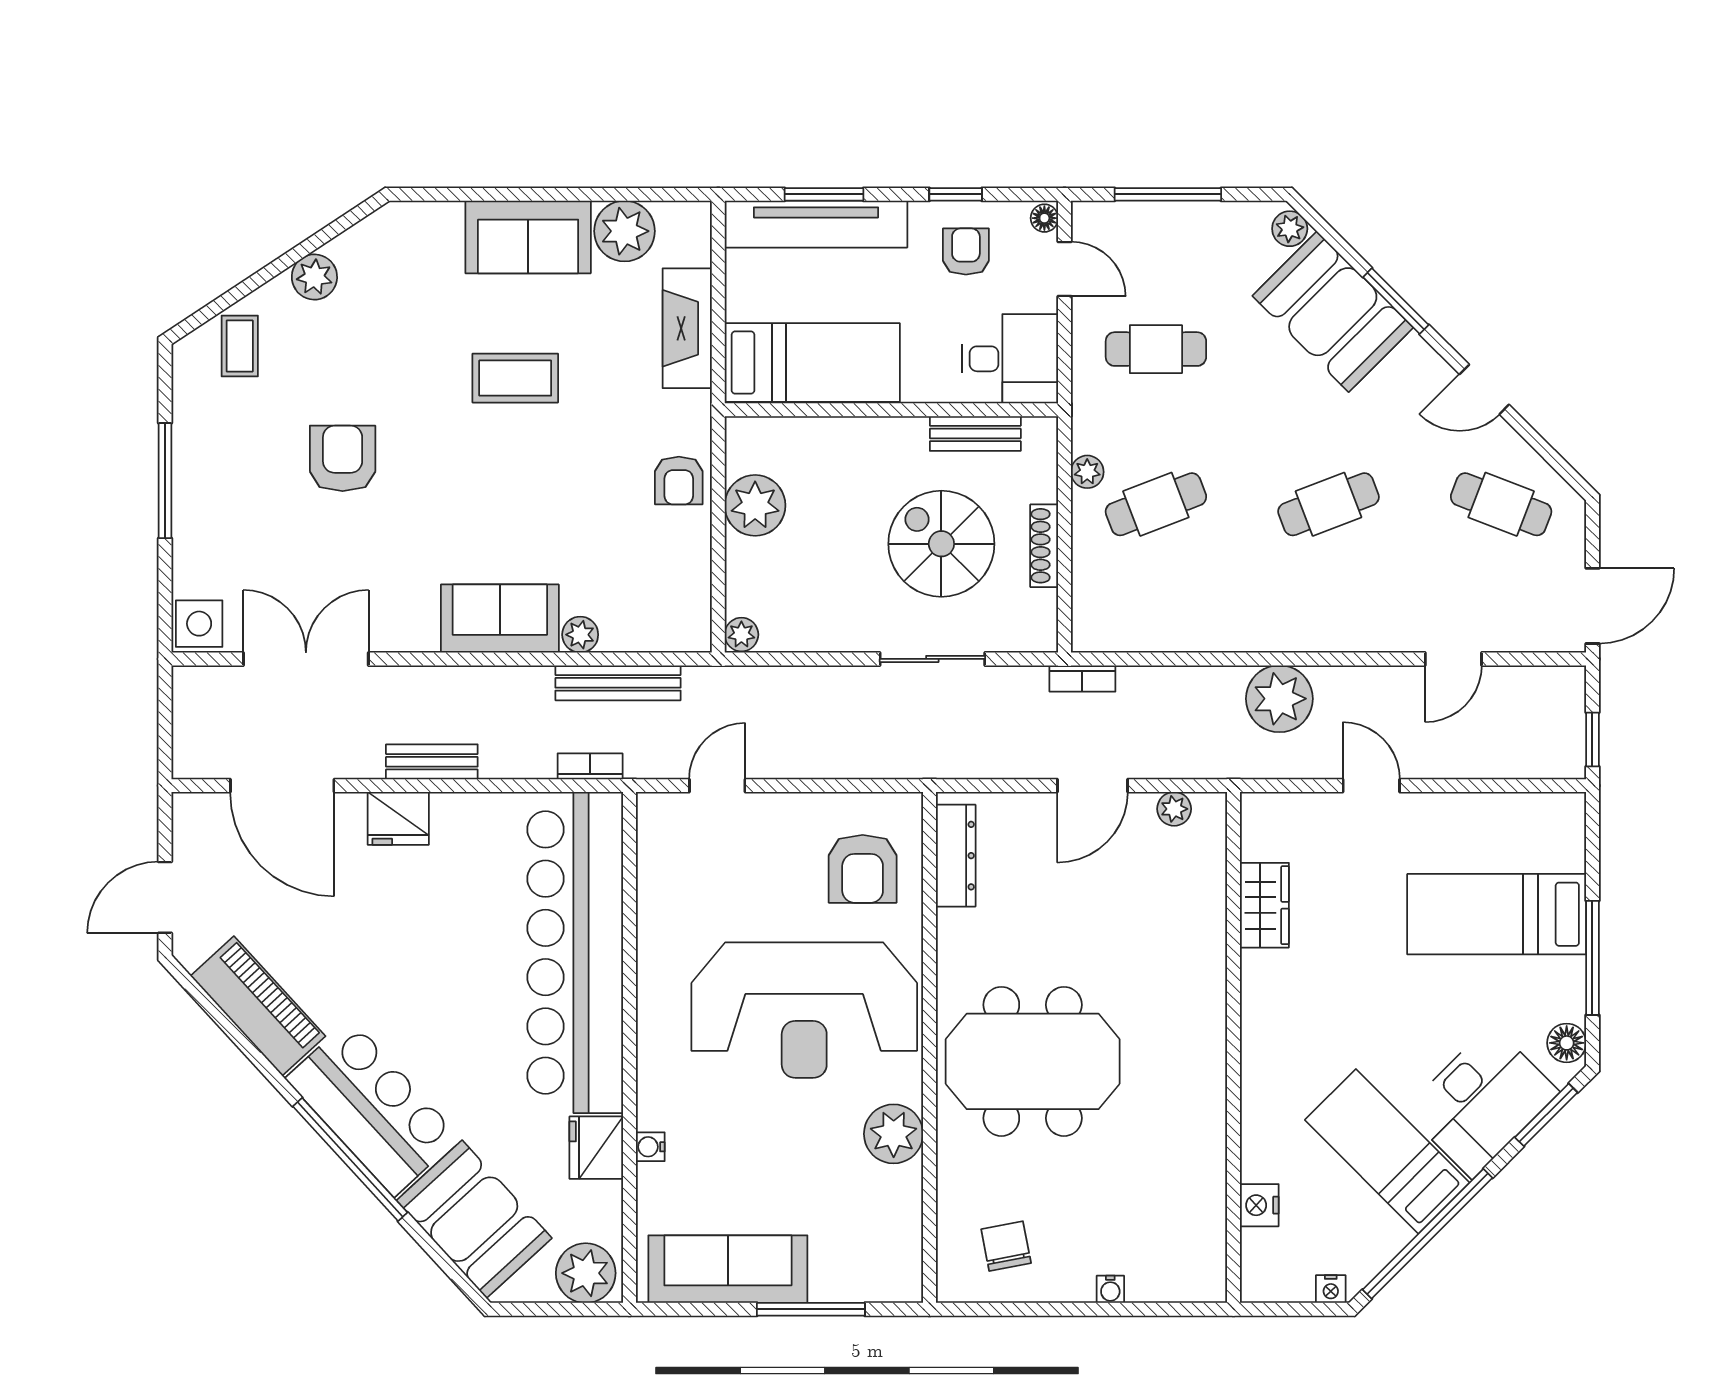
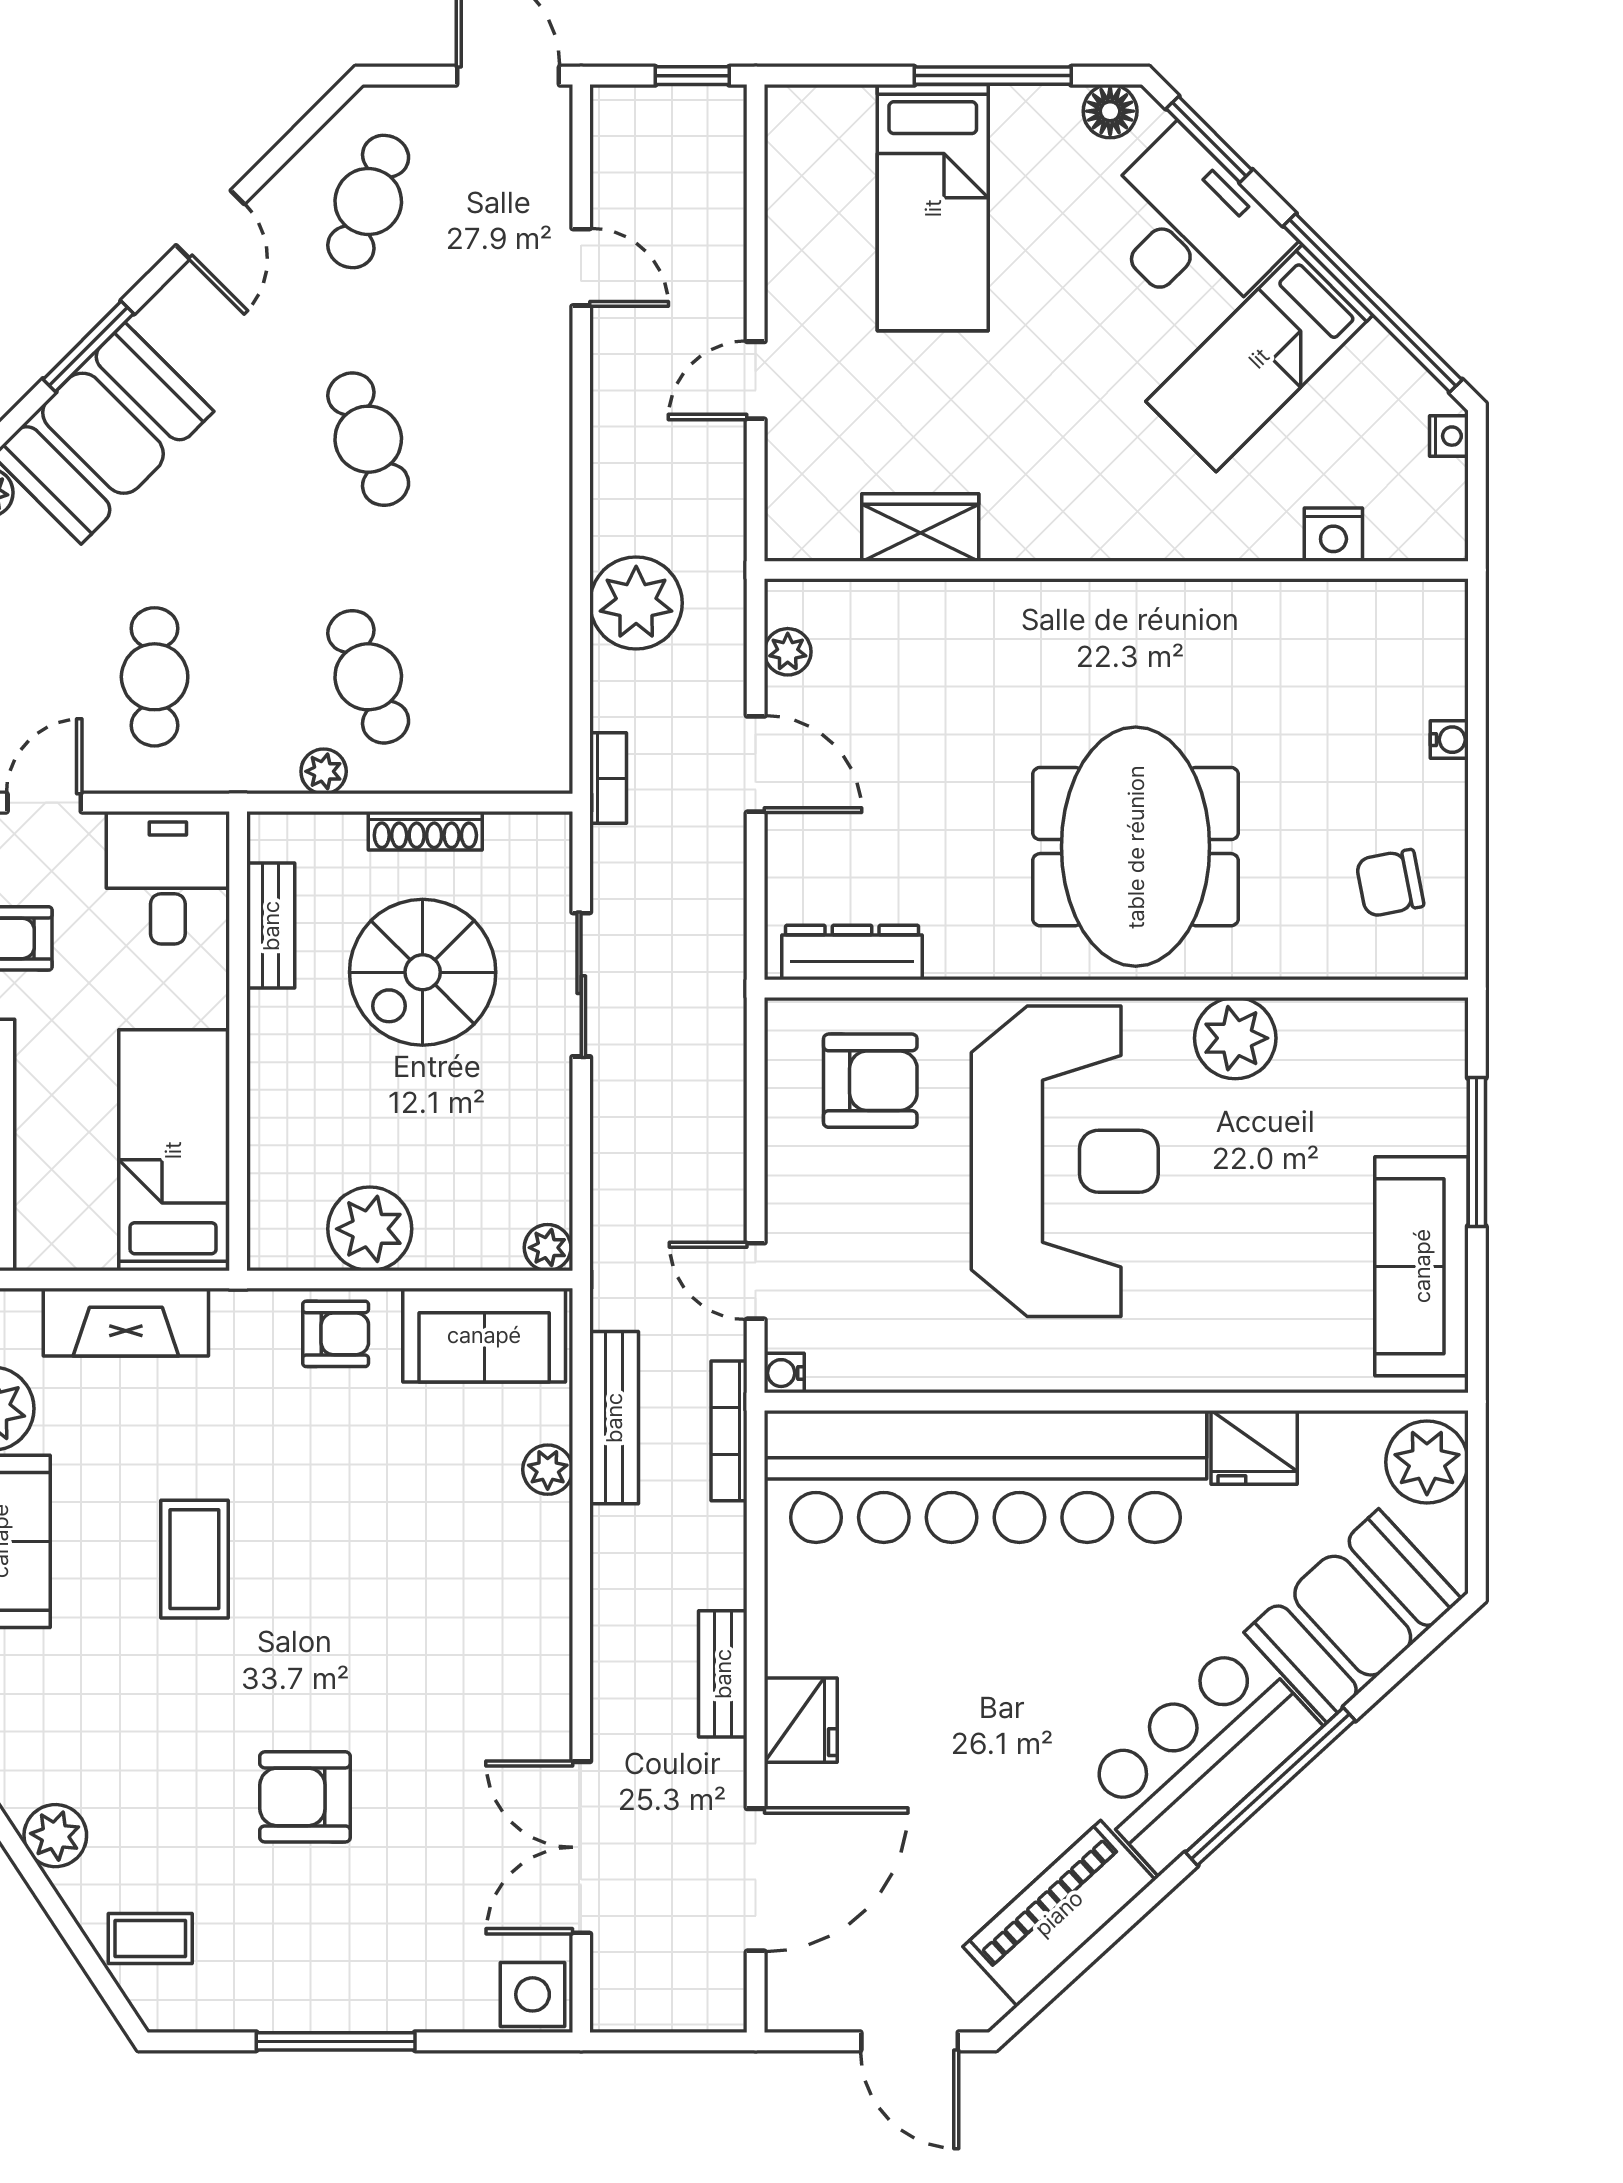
sofa: (500, 619) -> (484, 1335), moved, turned -90
plant: (1279, 699) -> (636, 603), moved
bookcase: (590, 766) -> (729, 1431), width x1.56
water cooler: (650, 1147) -> (784, 1373), moved, turned 90

